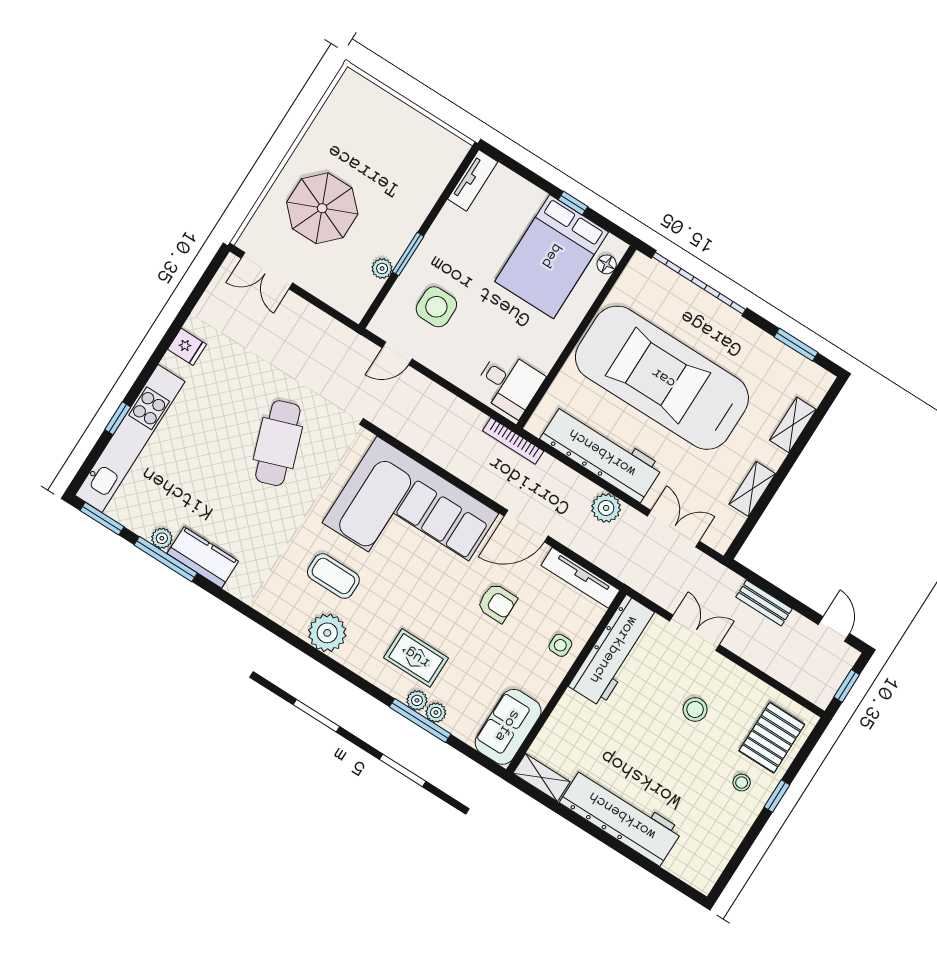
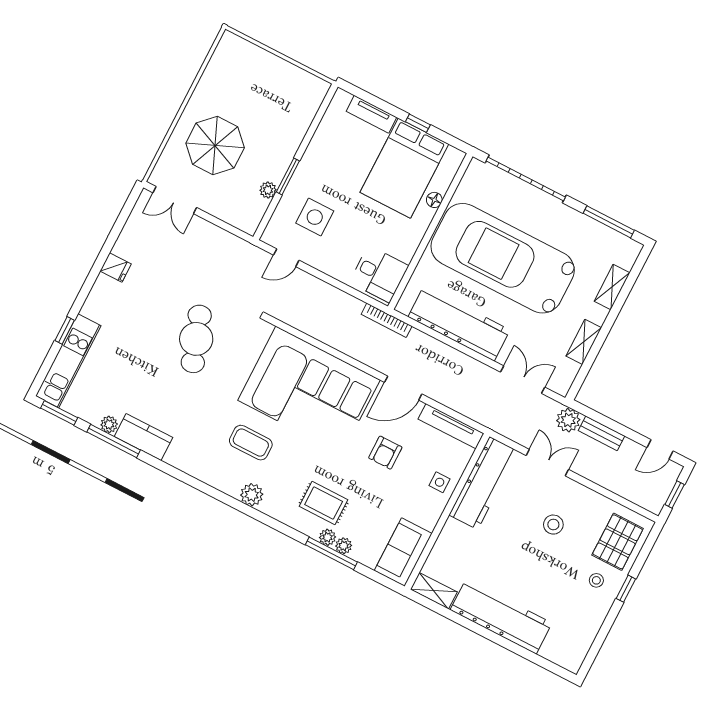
tv unit: (473, 180) -> (372, 114), moved, turned 90
floor lamp: (607, 264) -> (434, 200), moved
window: (796, 345) -> (609, 222), width x1.44
kitchen unit: (130, 438) -> (68, 361), width x0.73
plant: (606, 508) -> (568, 420), moved
armchair: (497, 603) -> (385, 453), turned 90
door: (834, 629) -> (660, 449), swing flipped
plant: (327, 633) -> (252, 495), width x0.73, depth x0.73

